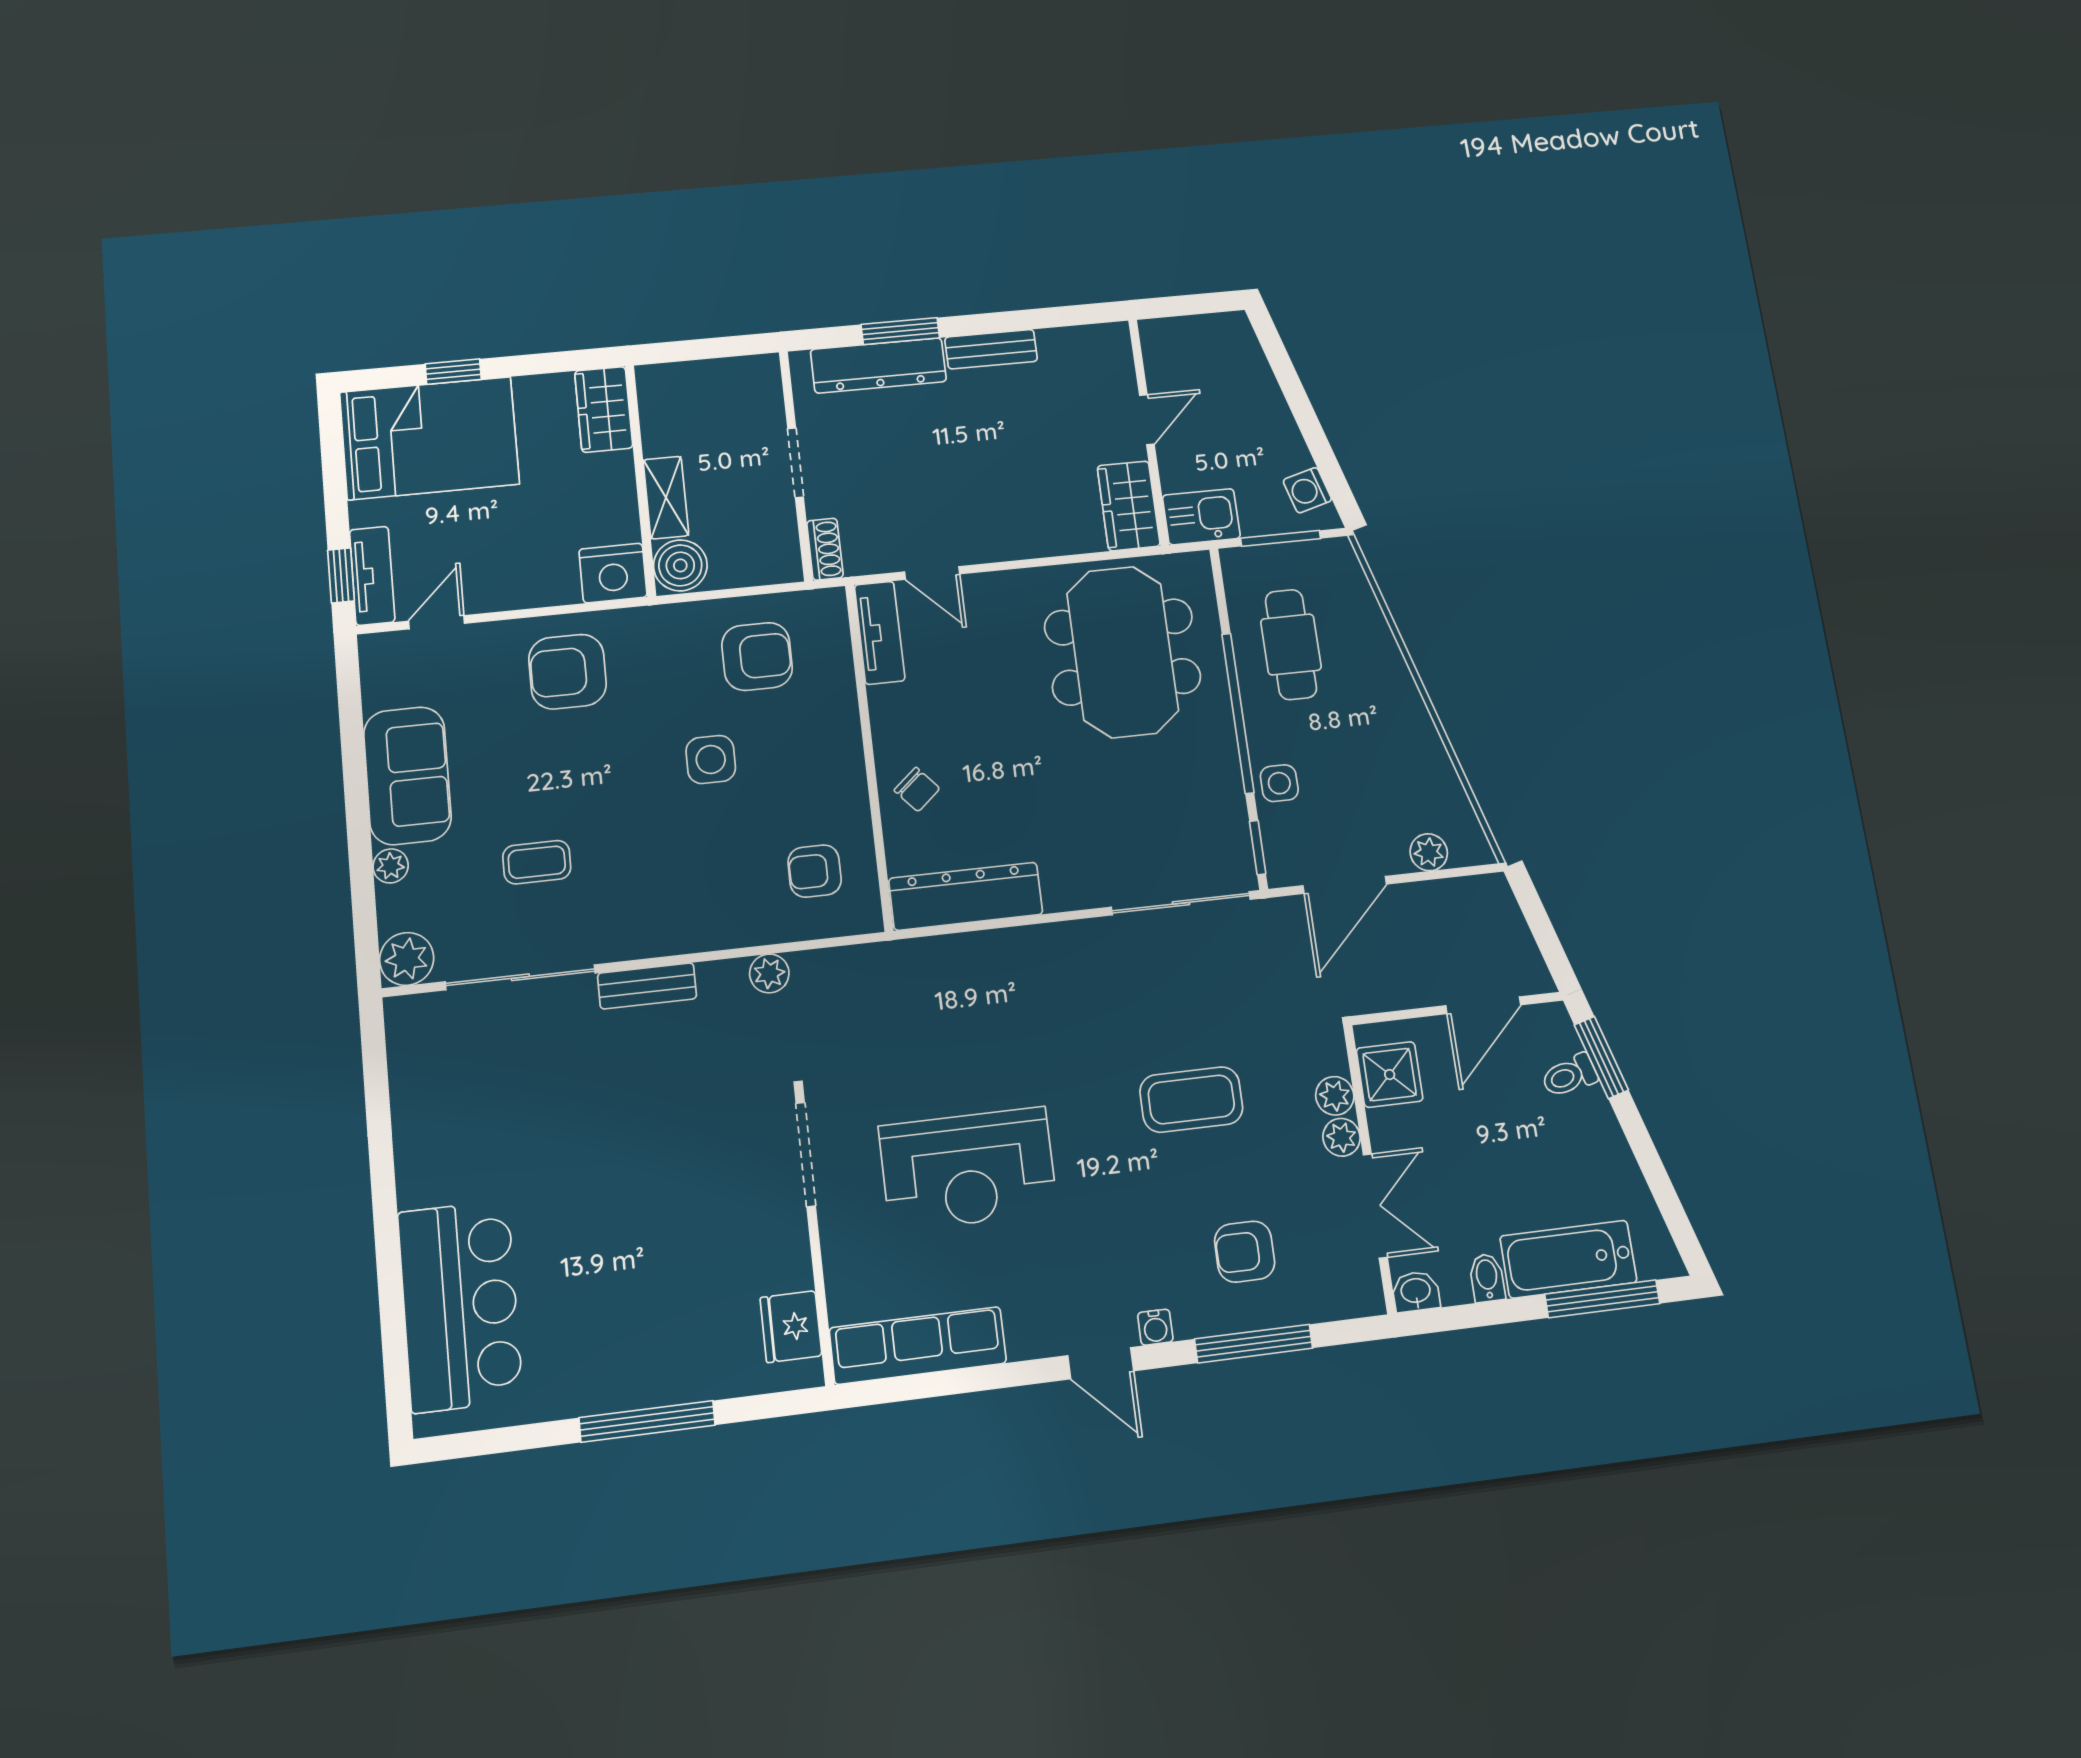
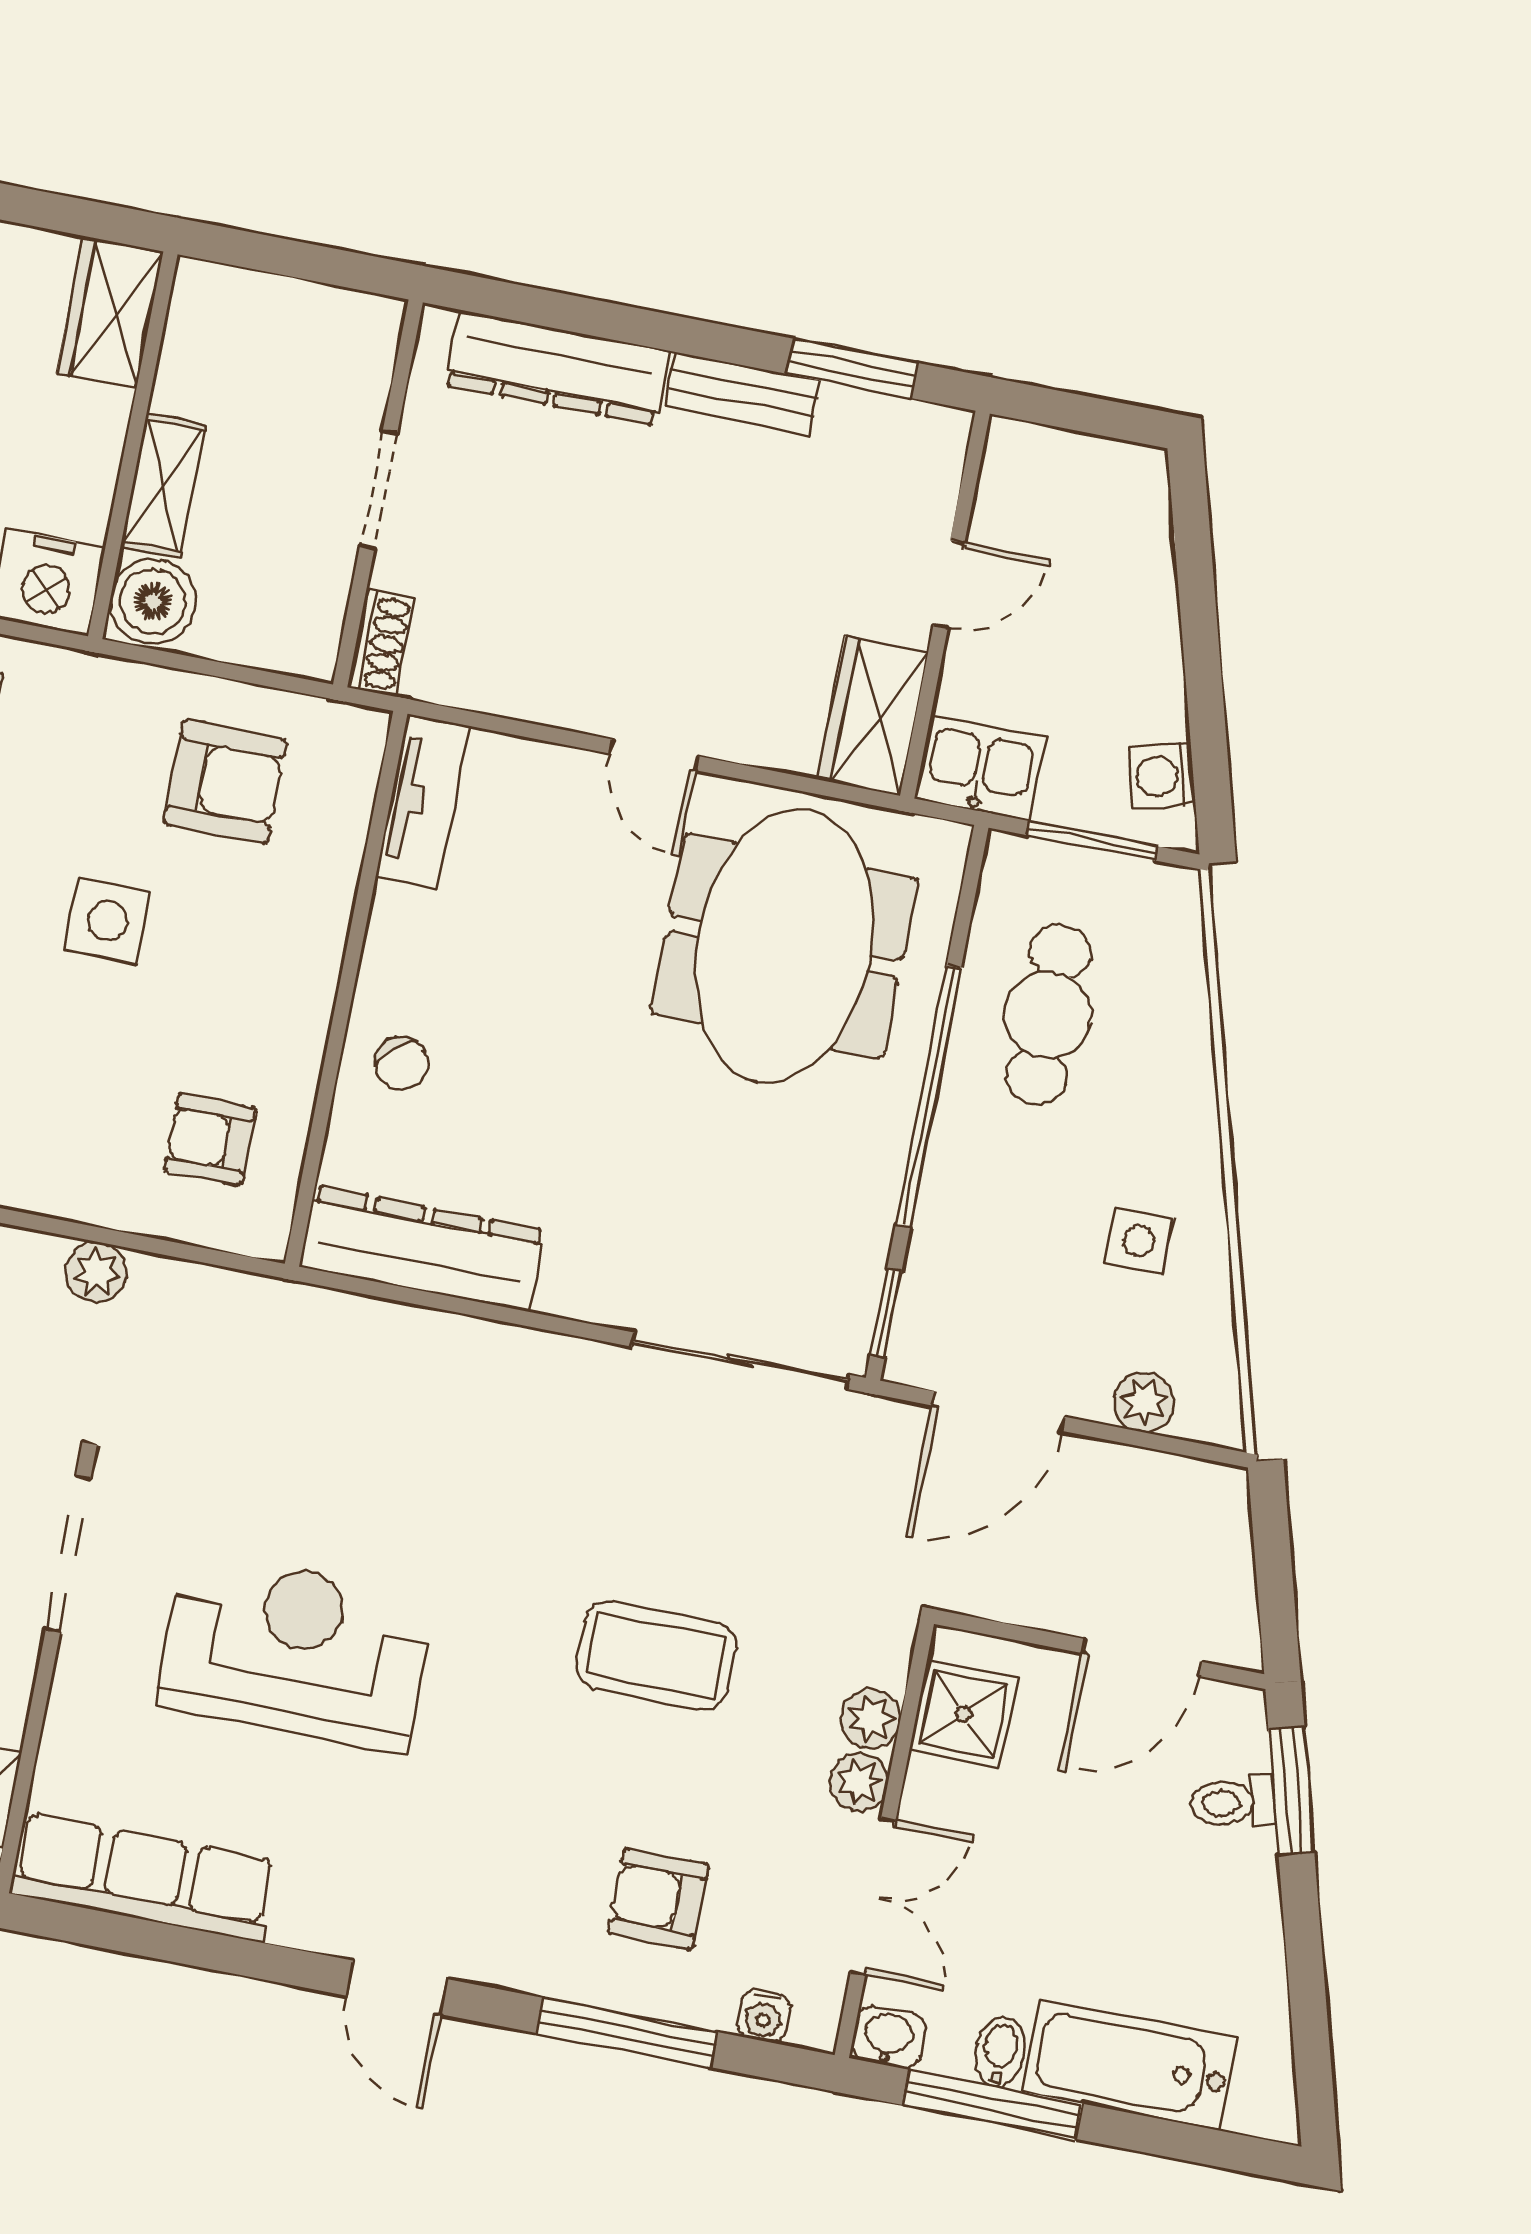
window: (900, 331) -> (852, 368), moved
door: (932, 573) -> (654, 755), moved
side table: (1279, 783) -> (1139, 1241), moved
reception desk: (968, 1169) -> (296, 1651), turned 180
window: (1602, 1299) -> (992, 2104), moved
water cooler: (1155, 1327) -> (764, 2016), moved

